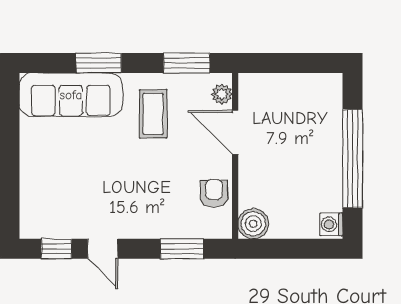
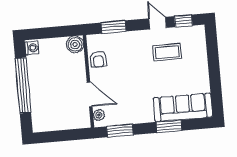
coffee table: (153, 114) -> (167, 52), moved, turned 90

